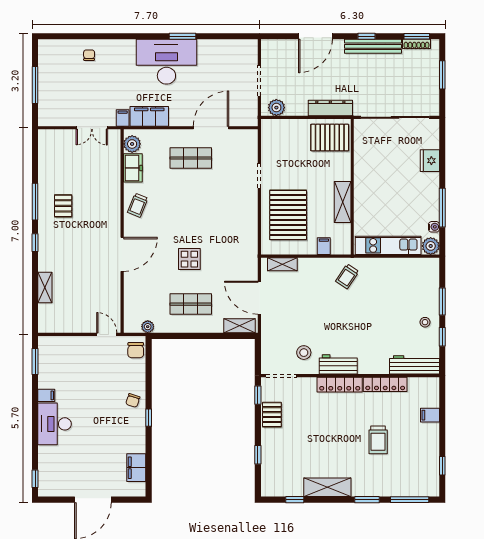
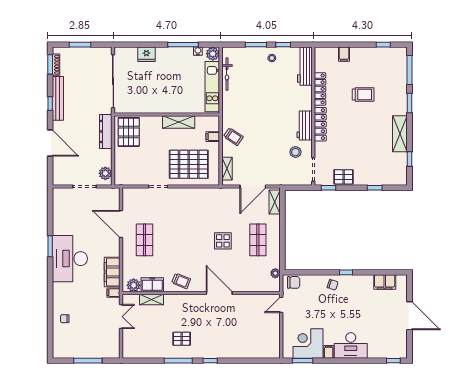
bicycle: (404, 264) -> (227, 74), added
trolley: (347, 276) -> (233, 137), moved
shelving: (45, 287) -> (151, 300), moved
corner desk: (57, 369) -> (308, 343), added

